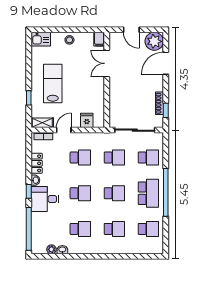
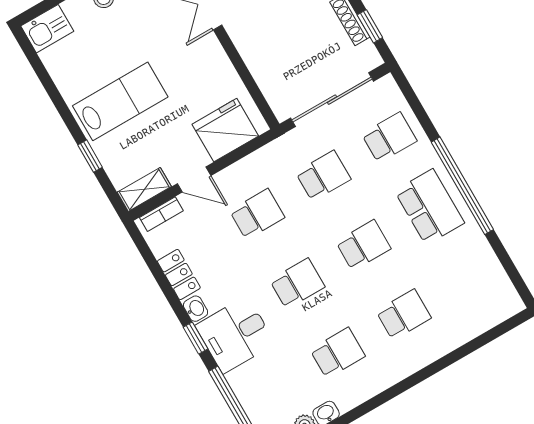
lab bench: (53, 83) -> (120, 101), turned 90
fridge: (87, 120) -> (225, 130), width x1.88, depth x1.34
door: (64, 130) -> (194, 180), swing flipped
school desk: (148, 229) -> (470, 276), removed

